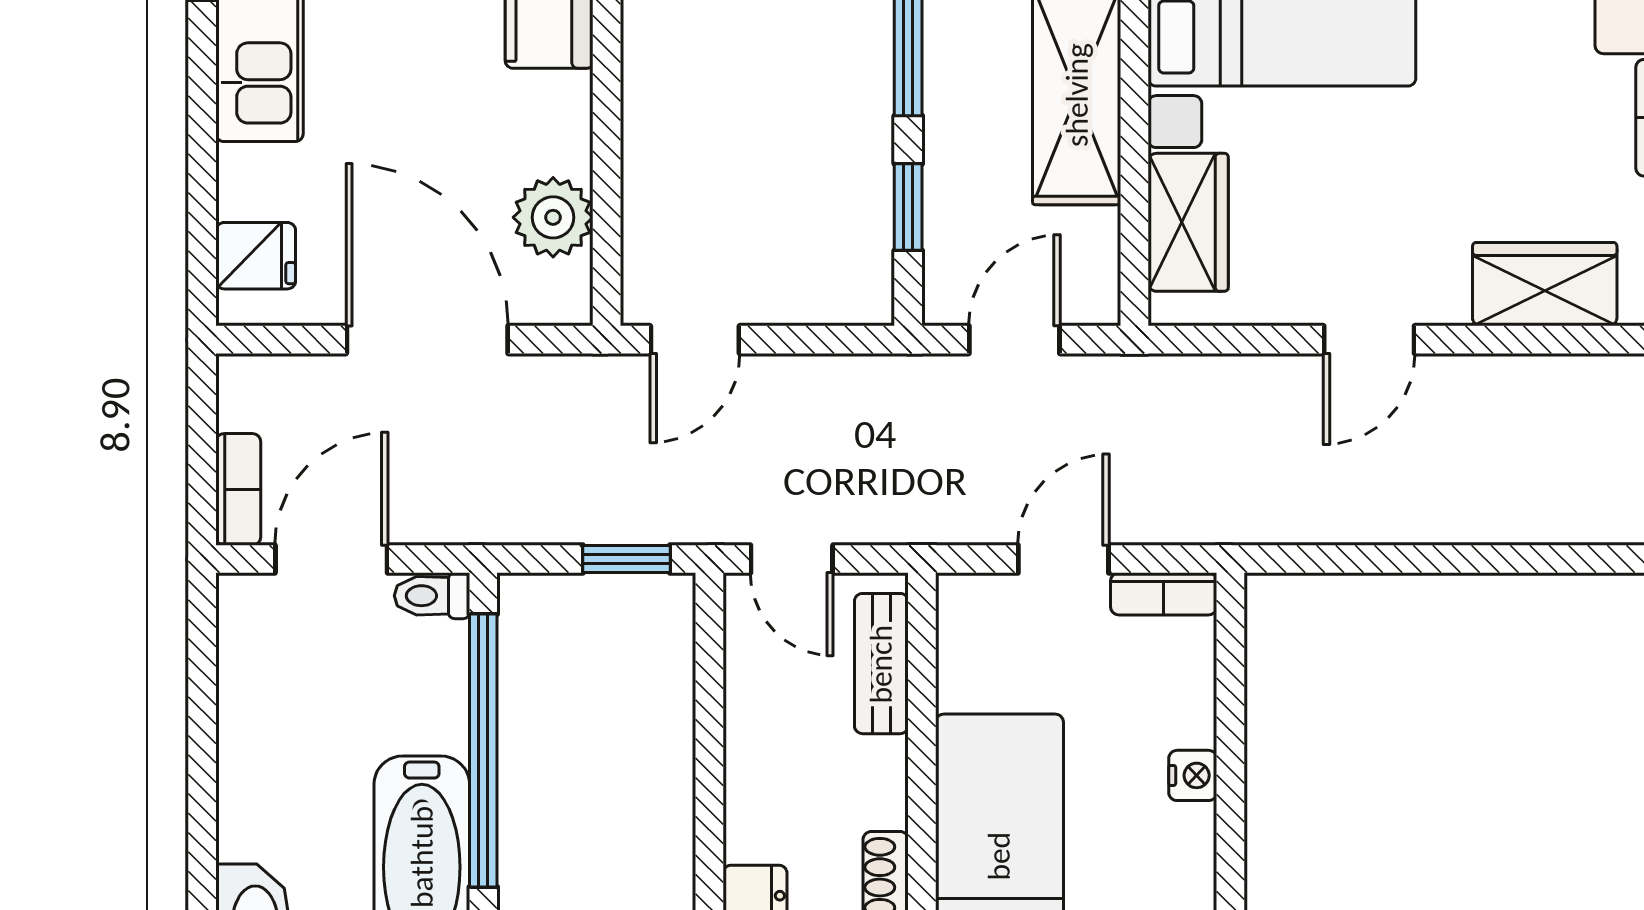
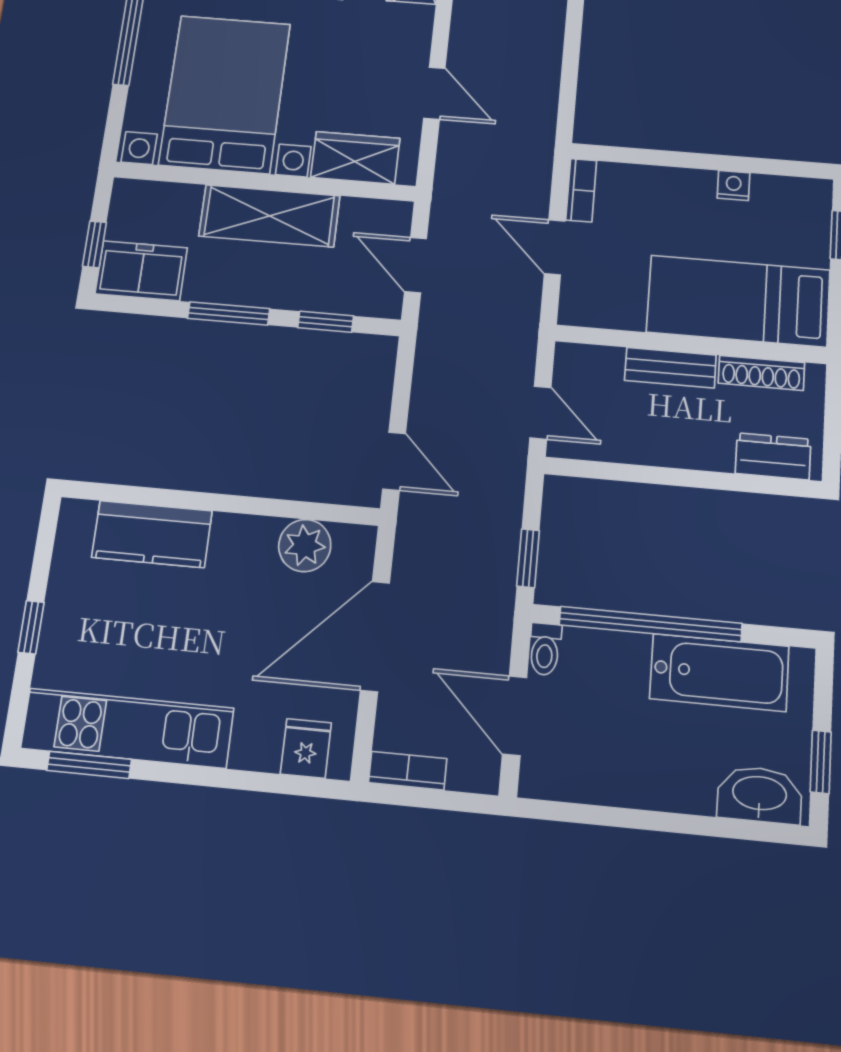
door: (1369, 340) -> (434, 93), moved
bookcase: (238, 489) -> (408, 771), moved
window: (626, 559) -> (528, 558), moved
door: (792, 559) -> (541, 413), hinge flipped
bench: (881, 664) -> (670, 368), moved
nightstand: (1193, 775) -> (734, 186), moved

